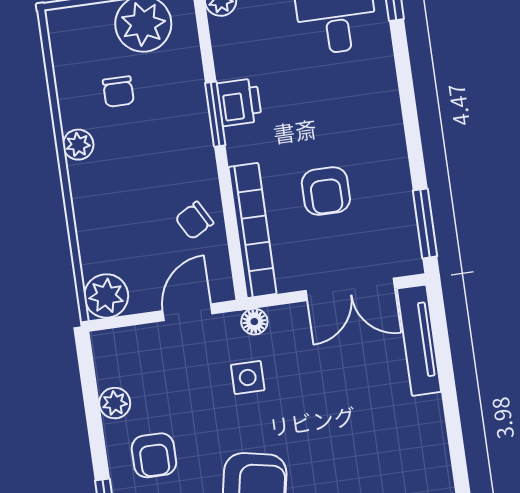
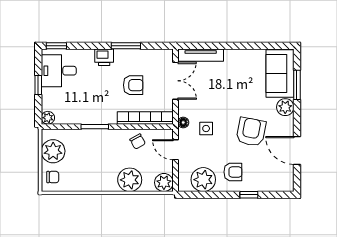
chair: (118, 92) -> (53, 177), moved
printer: (239, 102) -> (104, 57), moved, turned 180
plant: (78, 145) -> (130, 180), moved, width x1.87, depth x1.87
window: (425, 223) -> (126, 46), moved
plant: (115, 403) -> (203, 180), width x1.88, depth x1.88

